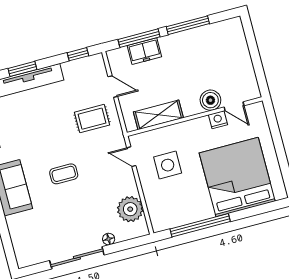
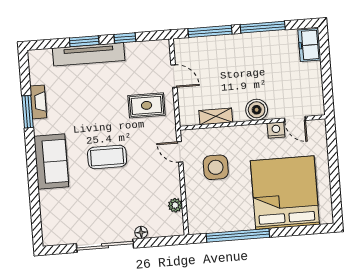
freezer: (144, 51) -> (309, 45), moved, turned 90
window: (78, 54) -> (125, 38), moved
boiler: (210, 100) -> (257, 110), moved
shelving: (158, 115) -> (216, 116), width x0.67, depth x0.75
coffee table: (64, 174) -> (107, 157), width x1.36, depth x1.30
plant: (130, 209) -> (175, 205), width x0.53, depth x0.53

